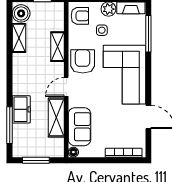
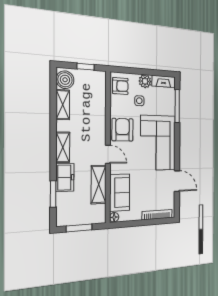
shelving: (57, 47) -> (63, 147), moved
door: (66, 87) -> (108, 154), swing flipped
window: (10, 125) -> (53, 194), width x0.69

